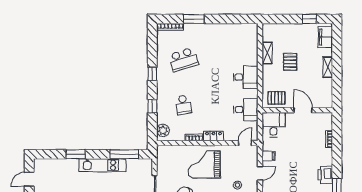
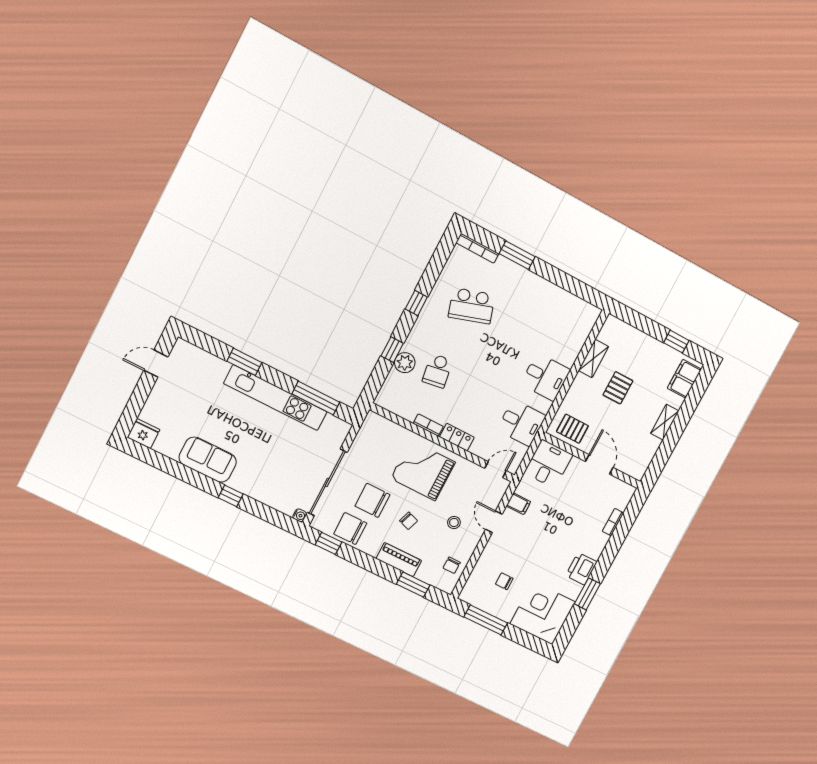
plant: (163, 130) -> (405, 363), moved
kitchen unit: (102, 165) -> (276, 398), width x1.36
door: (260, 173) -> (494, 522), swing flipped

